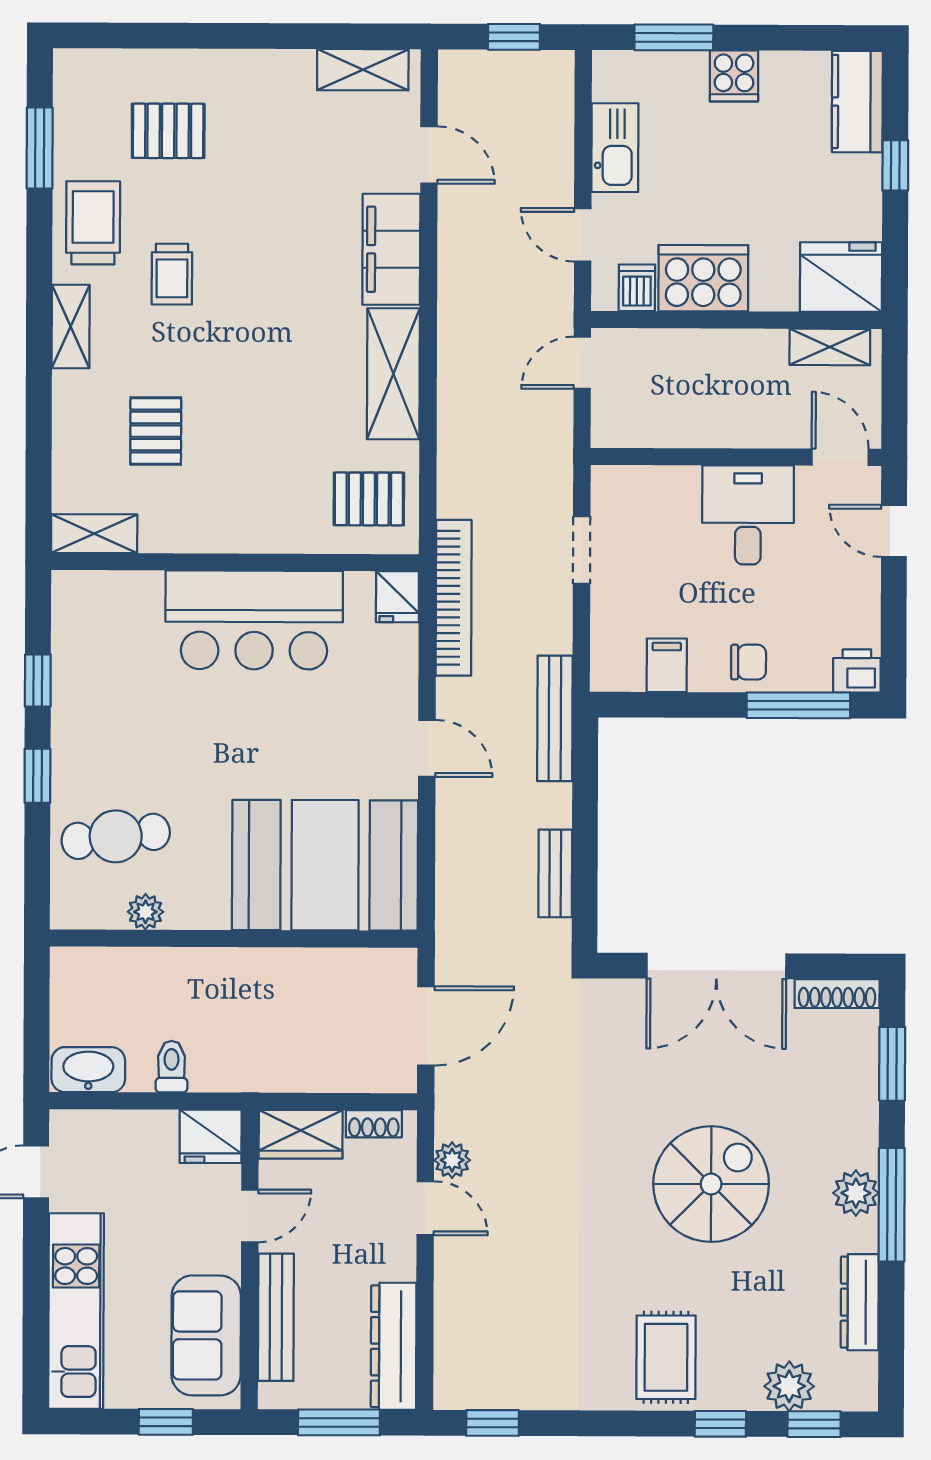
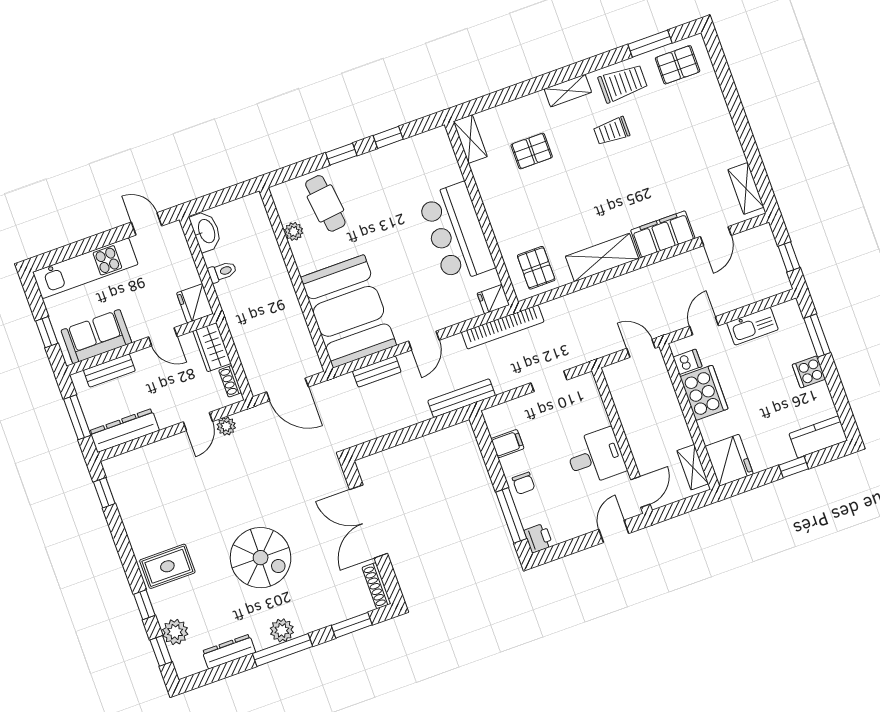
pallet: (168, 131) -> (678, 65), moved, turned 90
bench: (555, 873) -> (377, 372), moved
bench: (276, 1317) -> (109, 371), width x0.73

